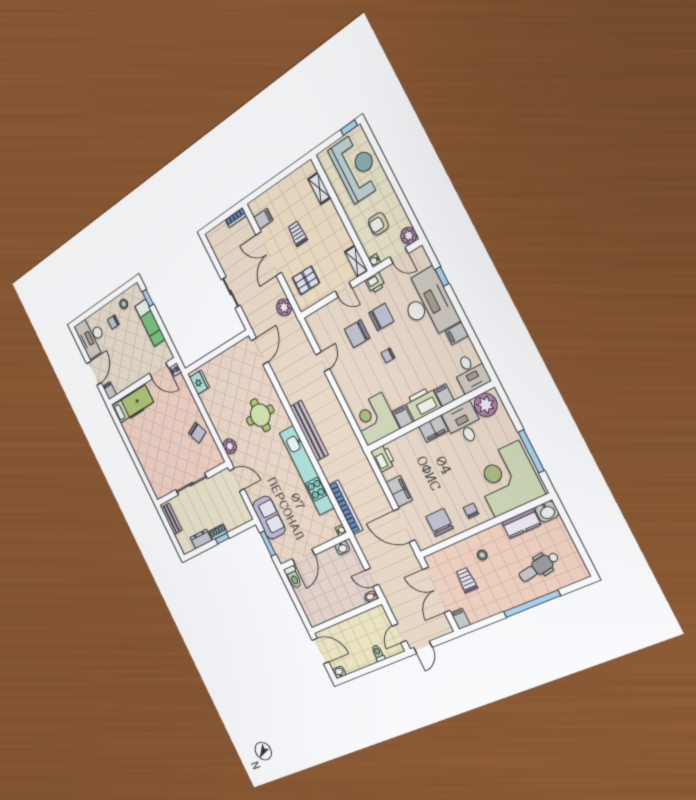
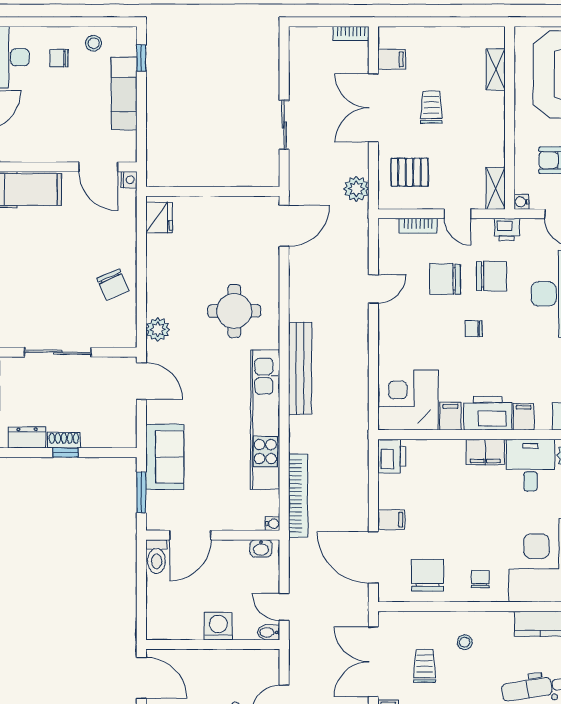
bookcase: (327, 310) -> (418, 226), added
filing cabinet: (399, 491) -> (391, 520), width x0.50
washing machine: (344, 604) -> (218, 626), added

